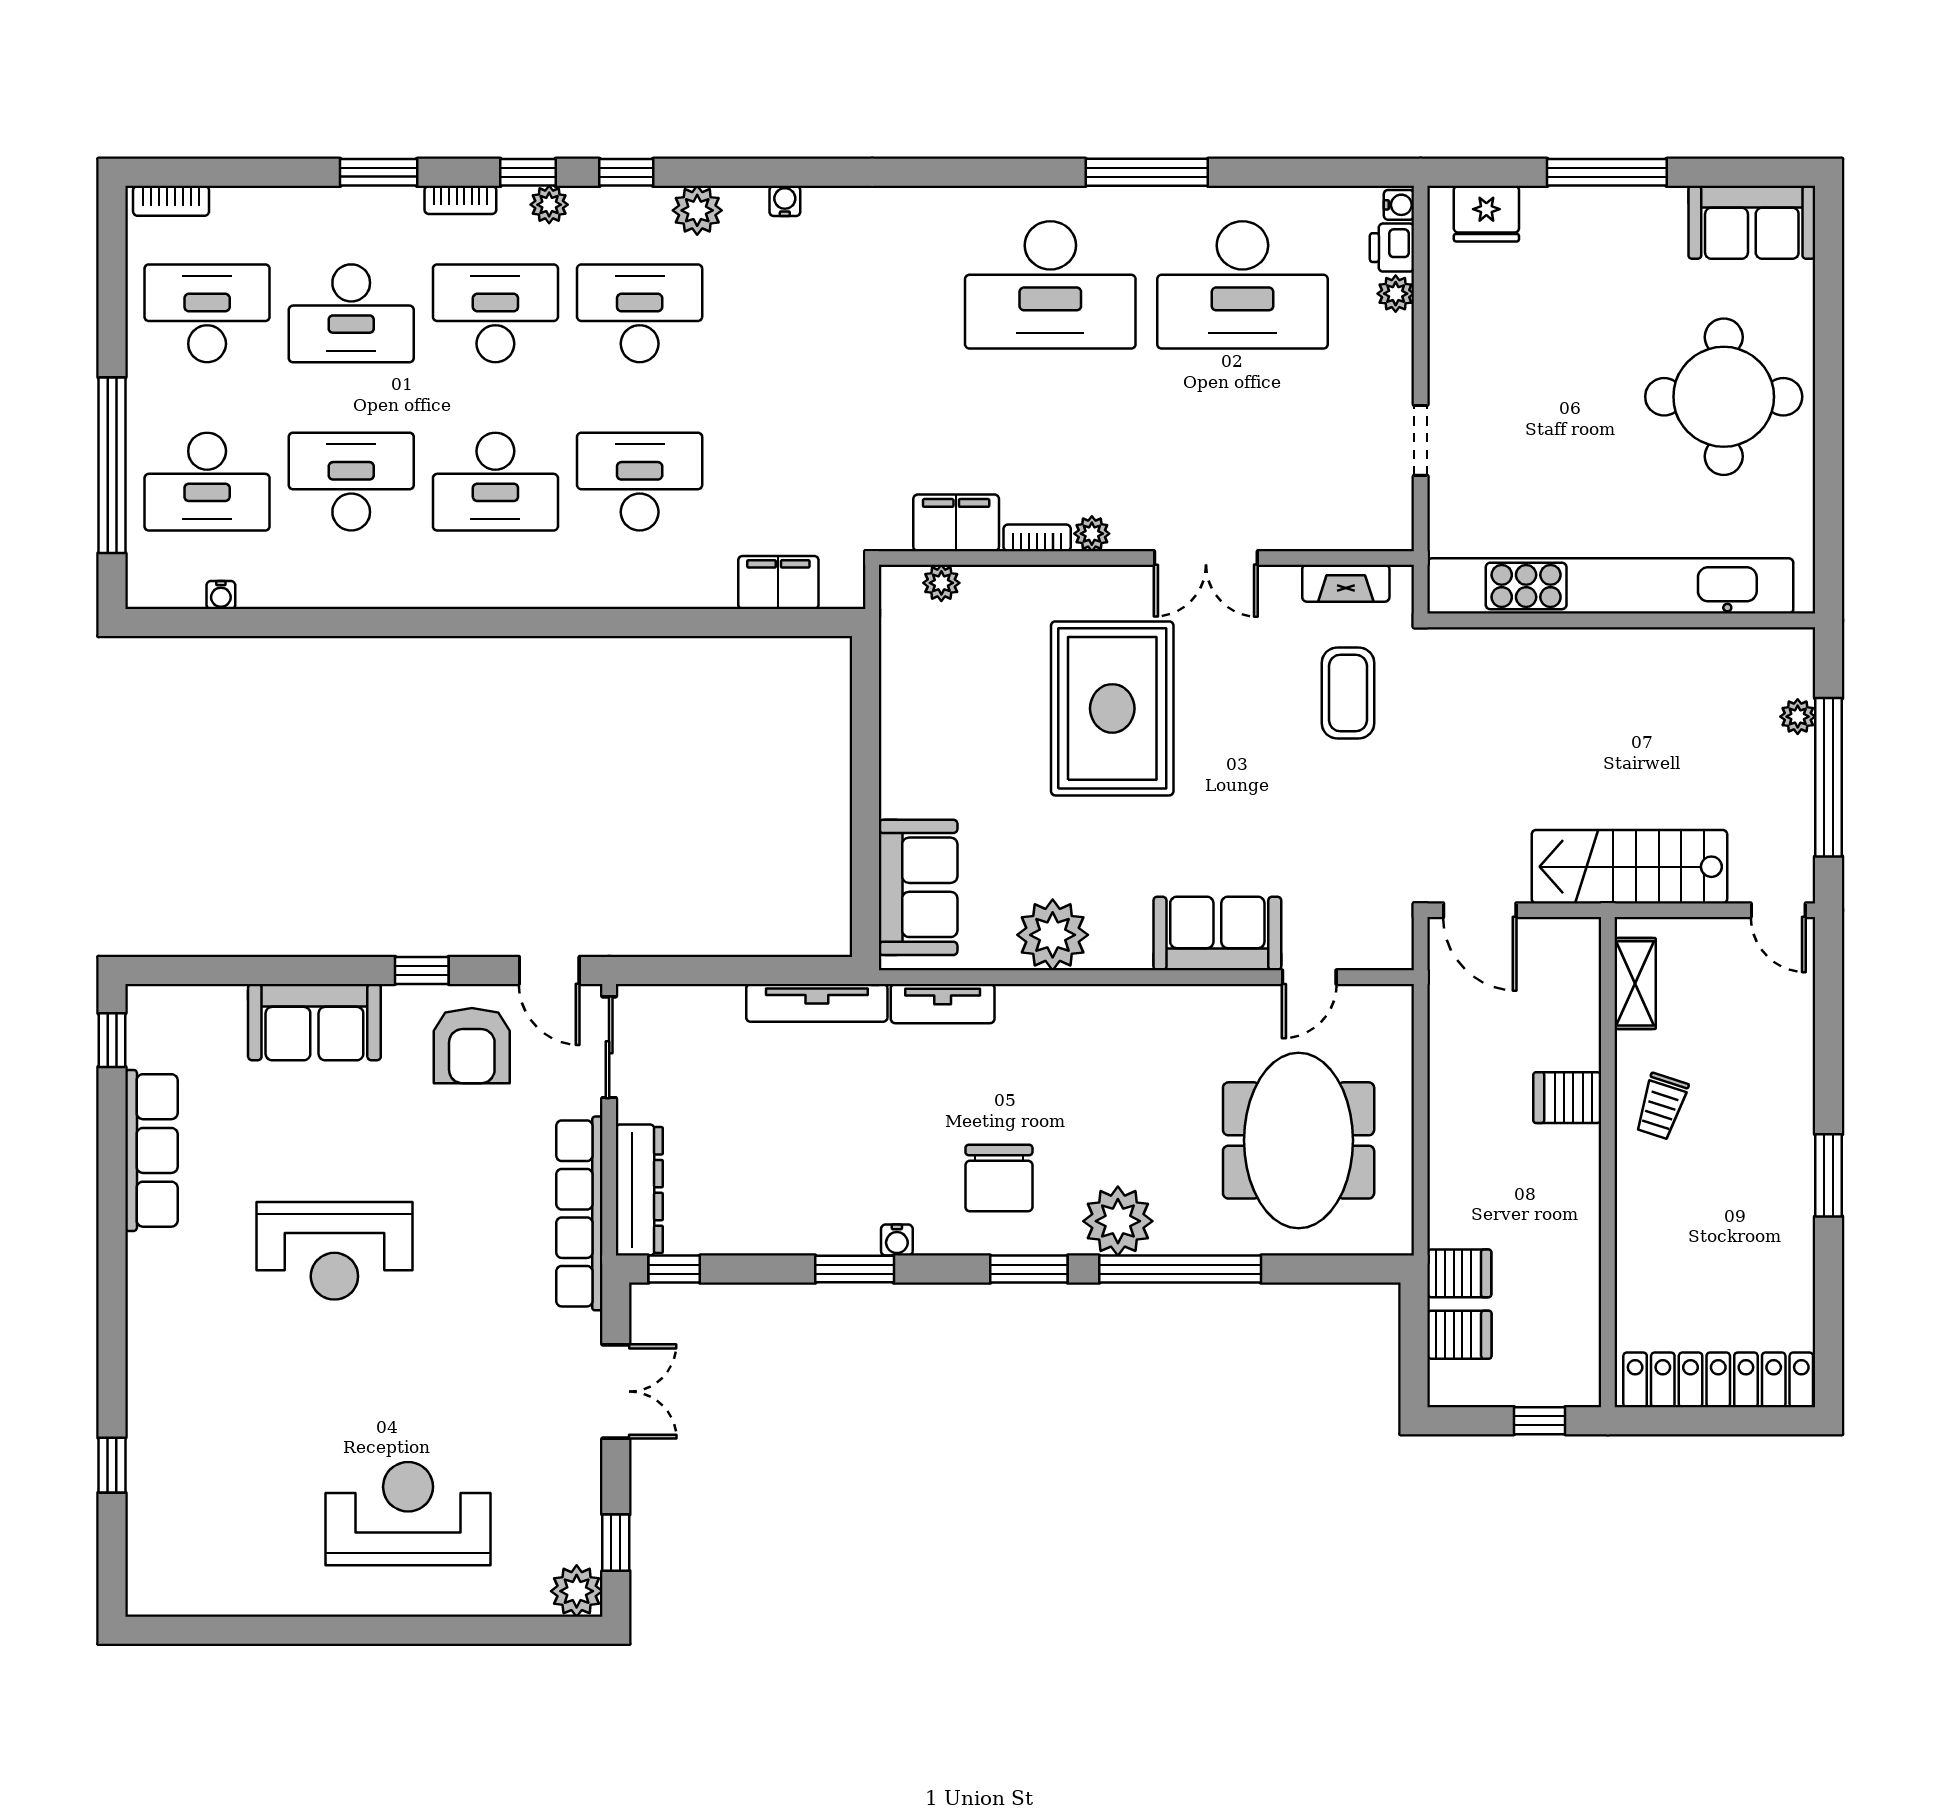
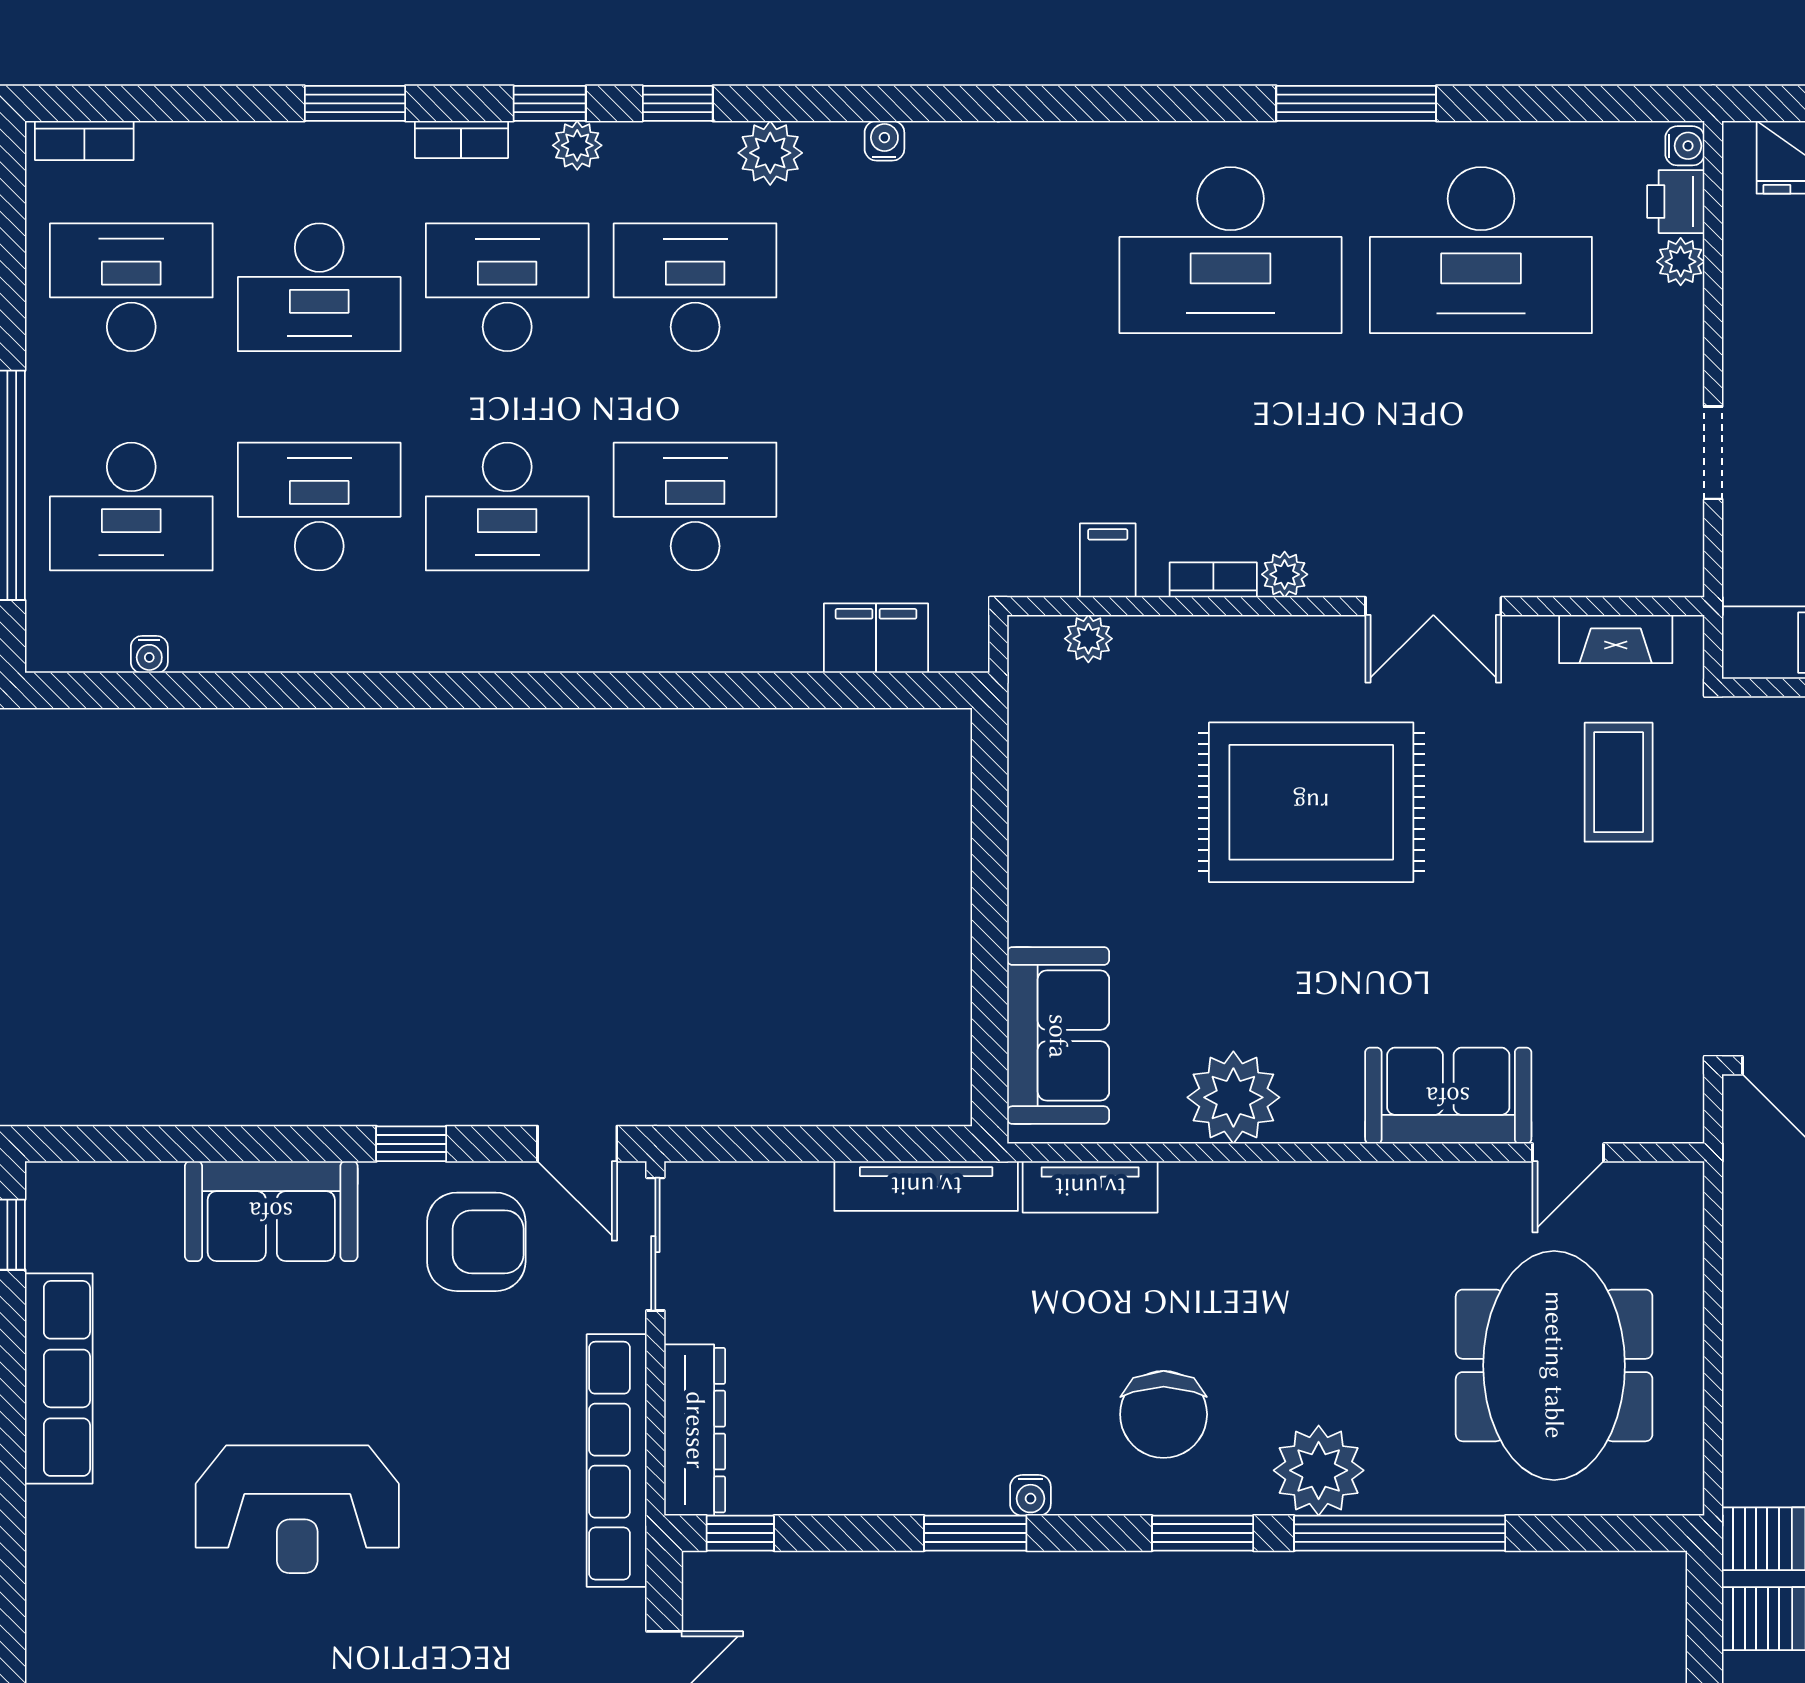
filing cabinet: (956, 523) -> (1108, 560), width x0.50
rug: (1112, 708) -> (1311, 802), turned 90
armchair: (472, 1046) -> (476, 1242), turned -90

